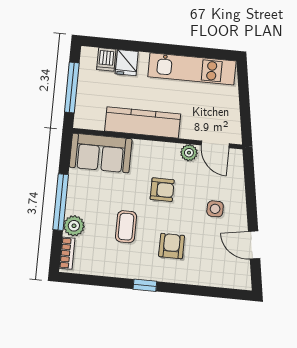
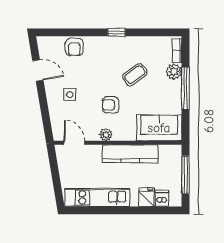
plant: (189, 153) -> (106, 135), moved
coffee table: (126, 227) -> (135, 75), turned 54
armchair: (172, 246) -> (74, 47), moved

